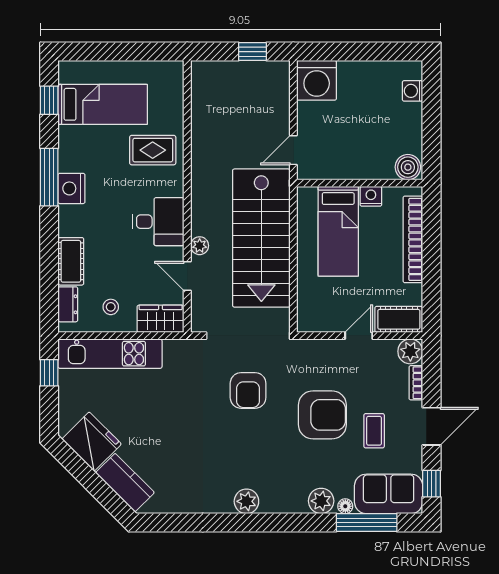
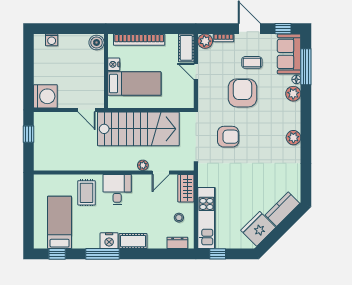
desk: (158, 222) -> (117, 190), moved
cot: (71, 261) -> (133, 241), moved

